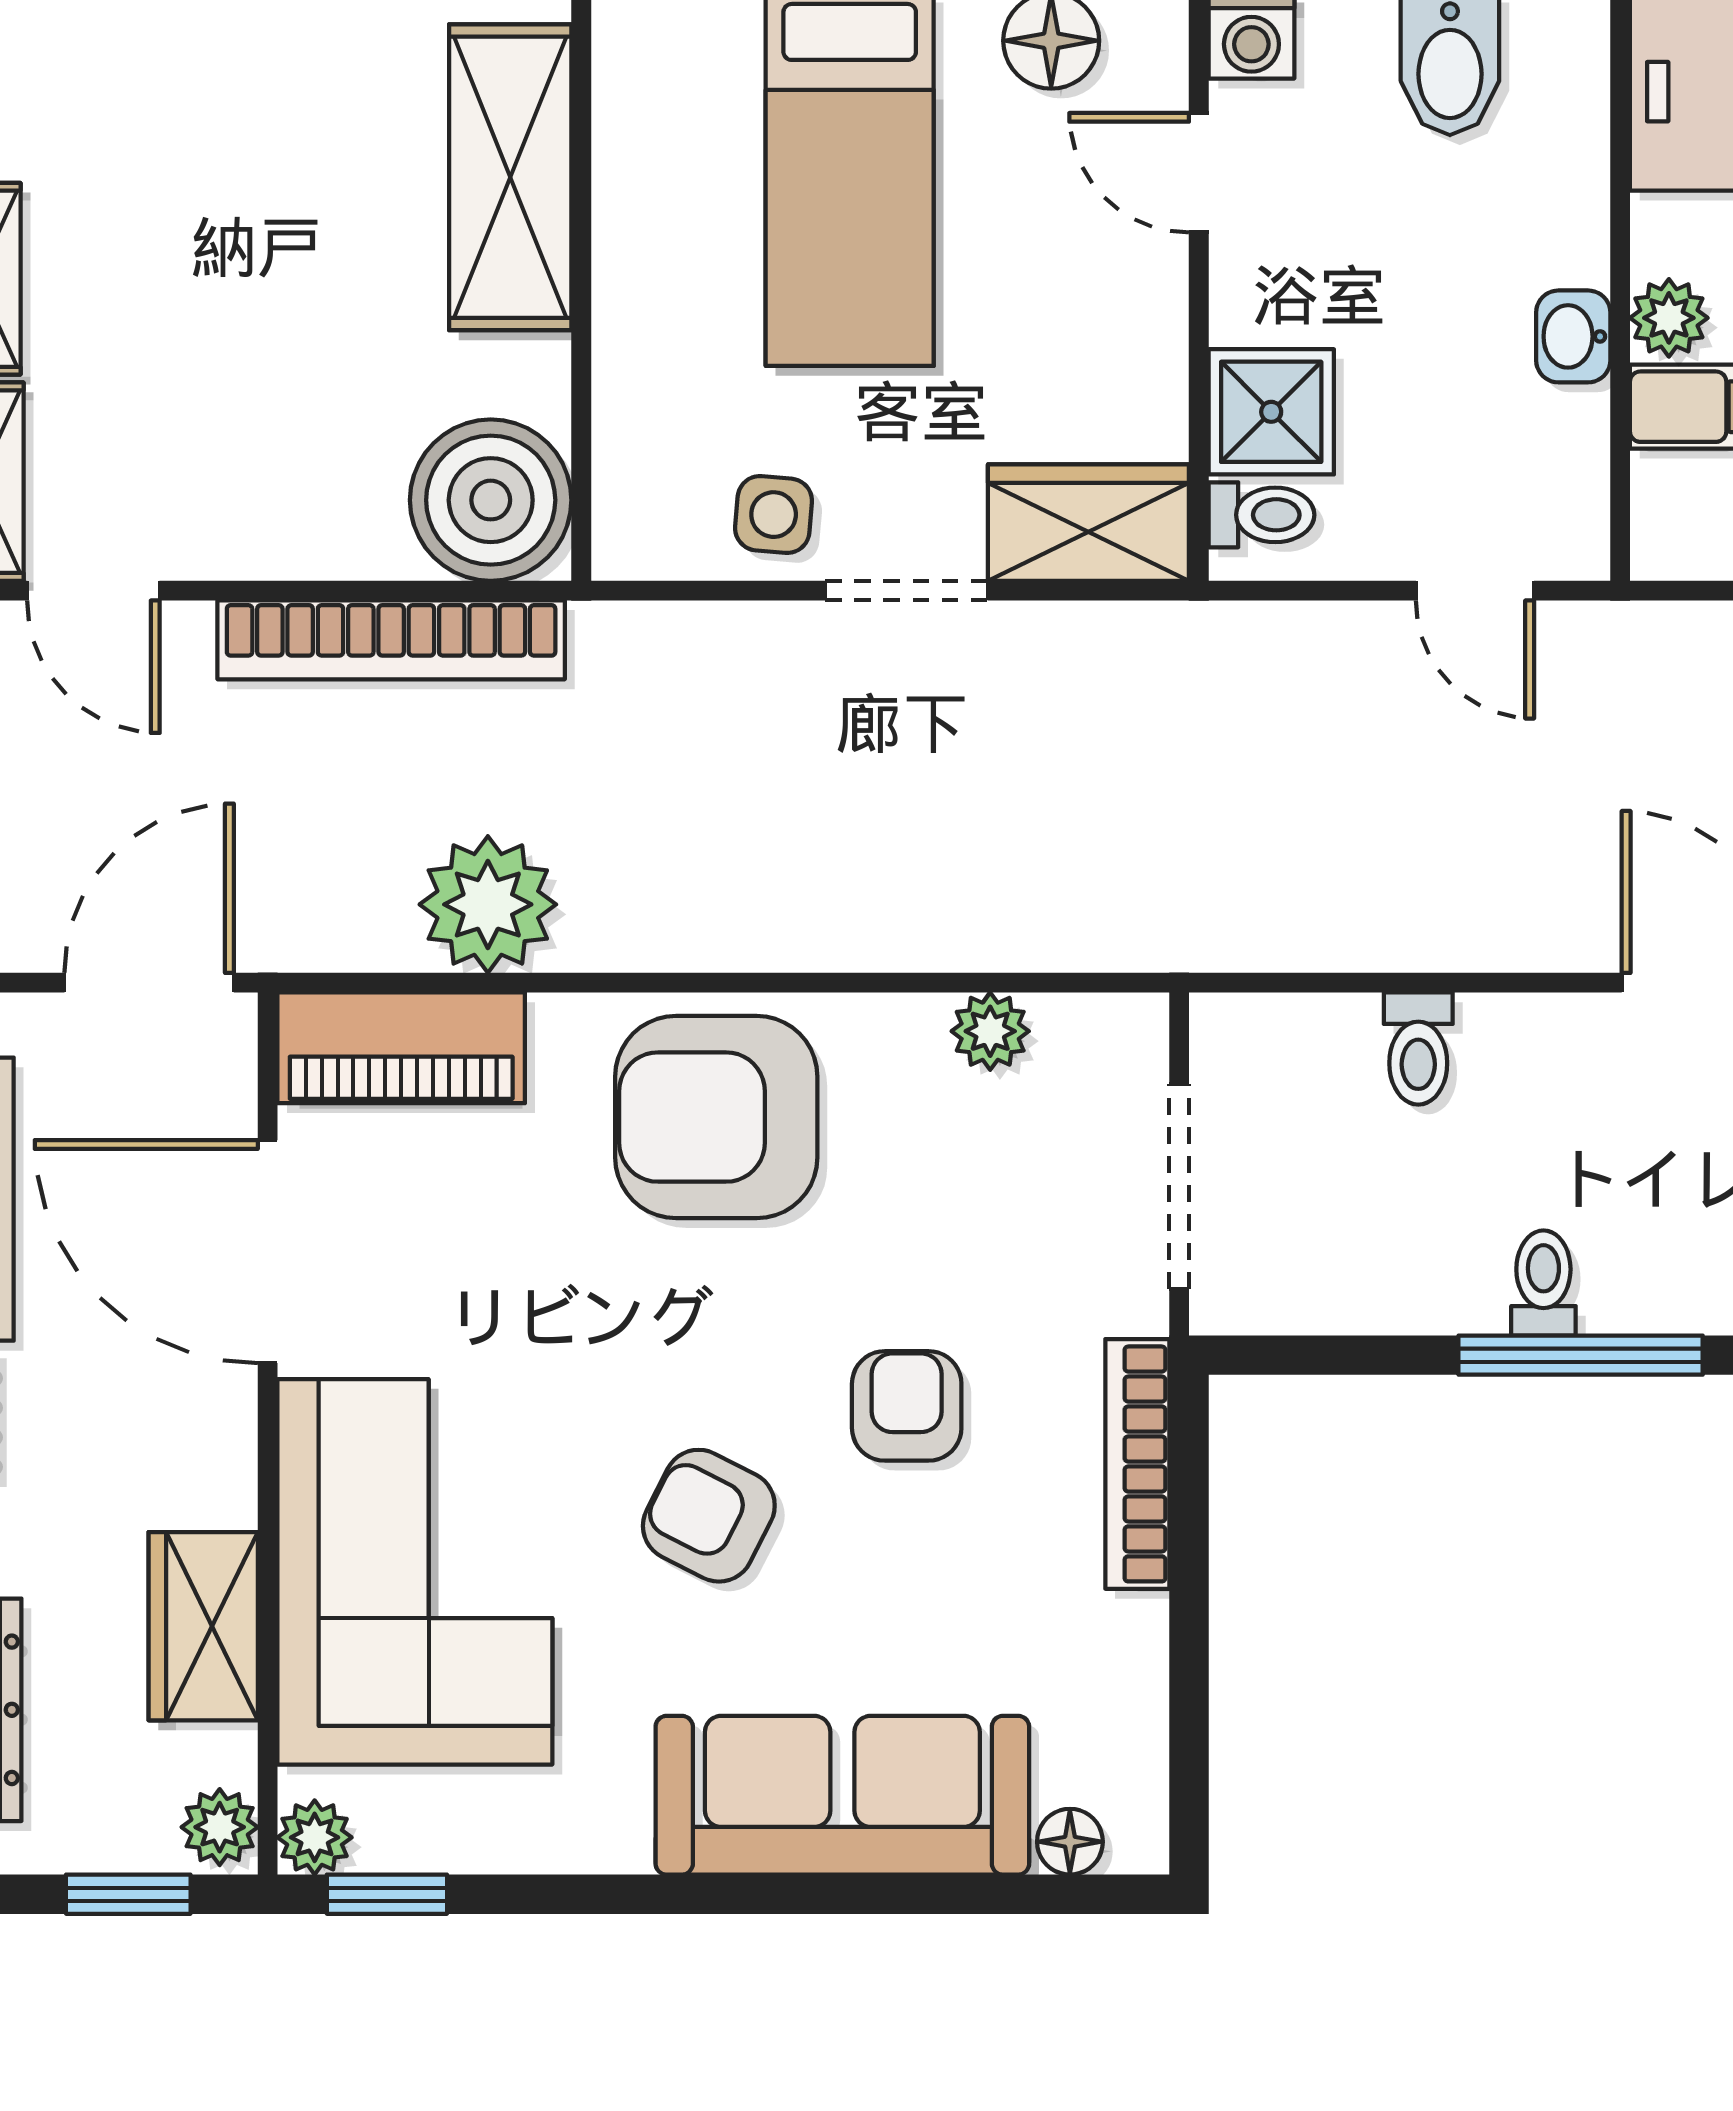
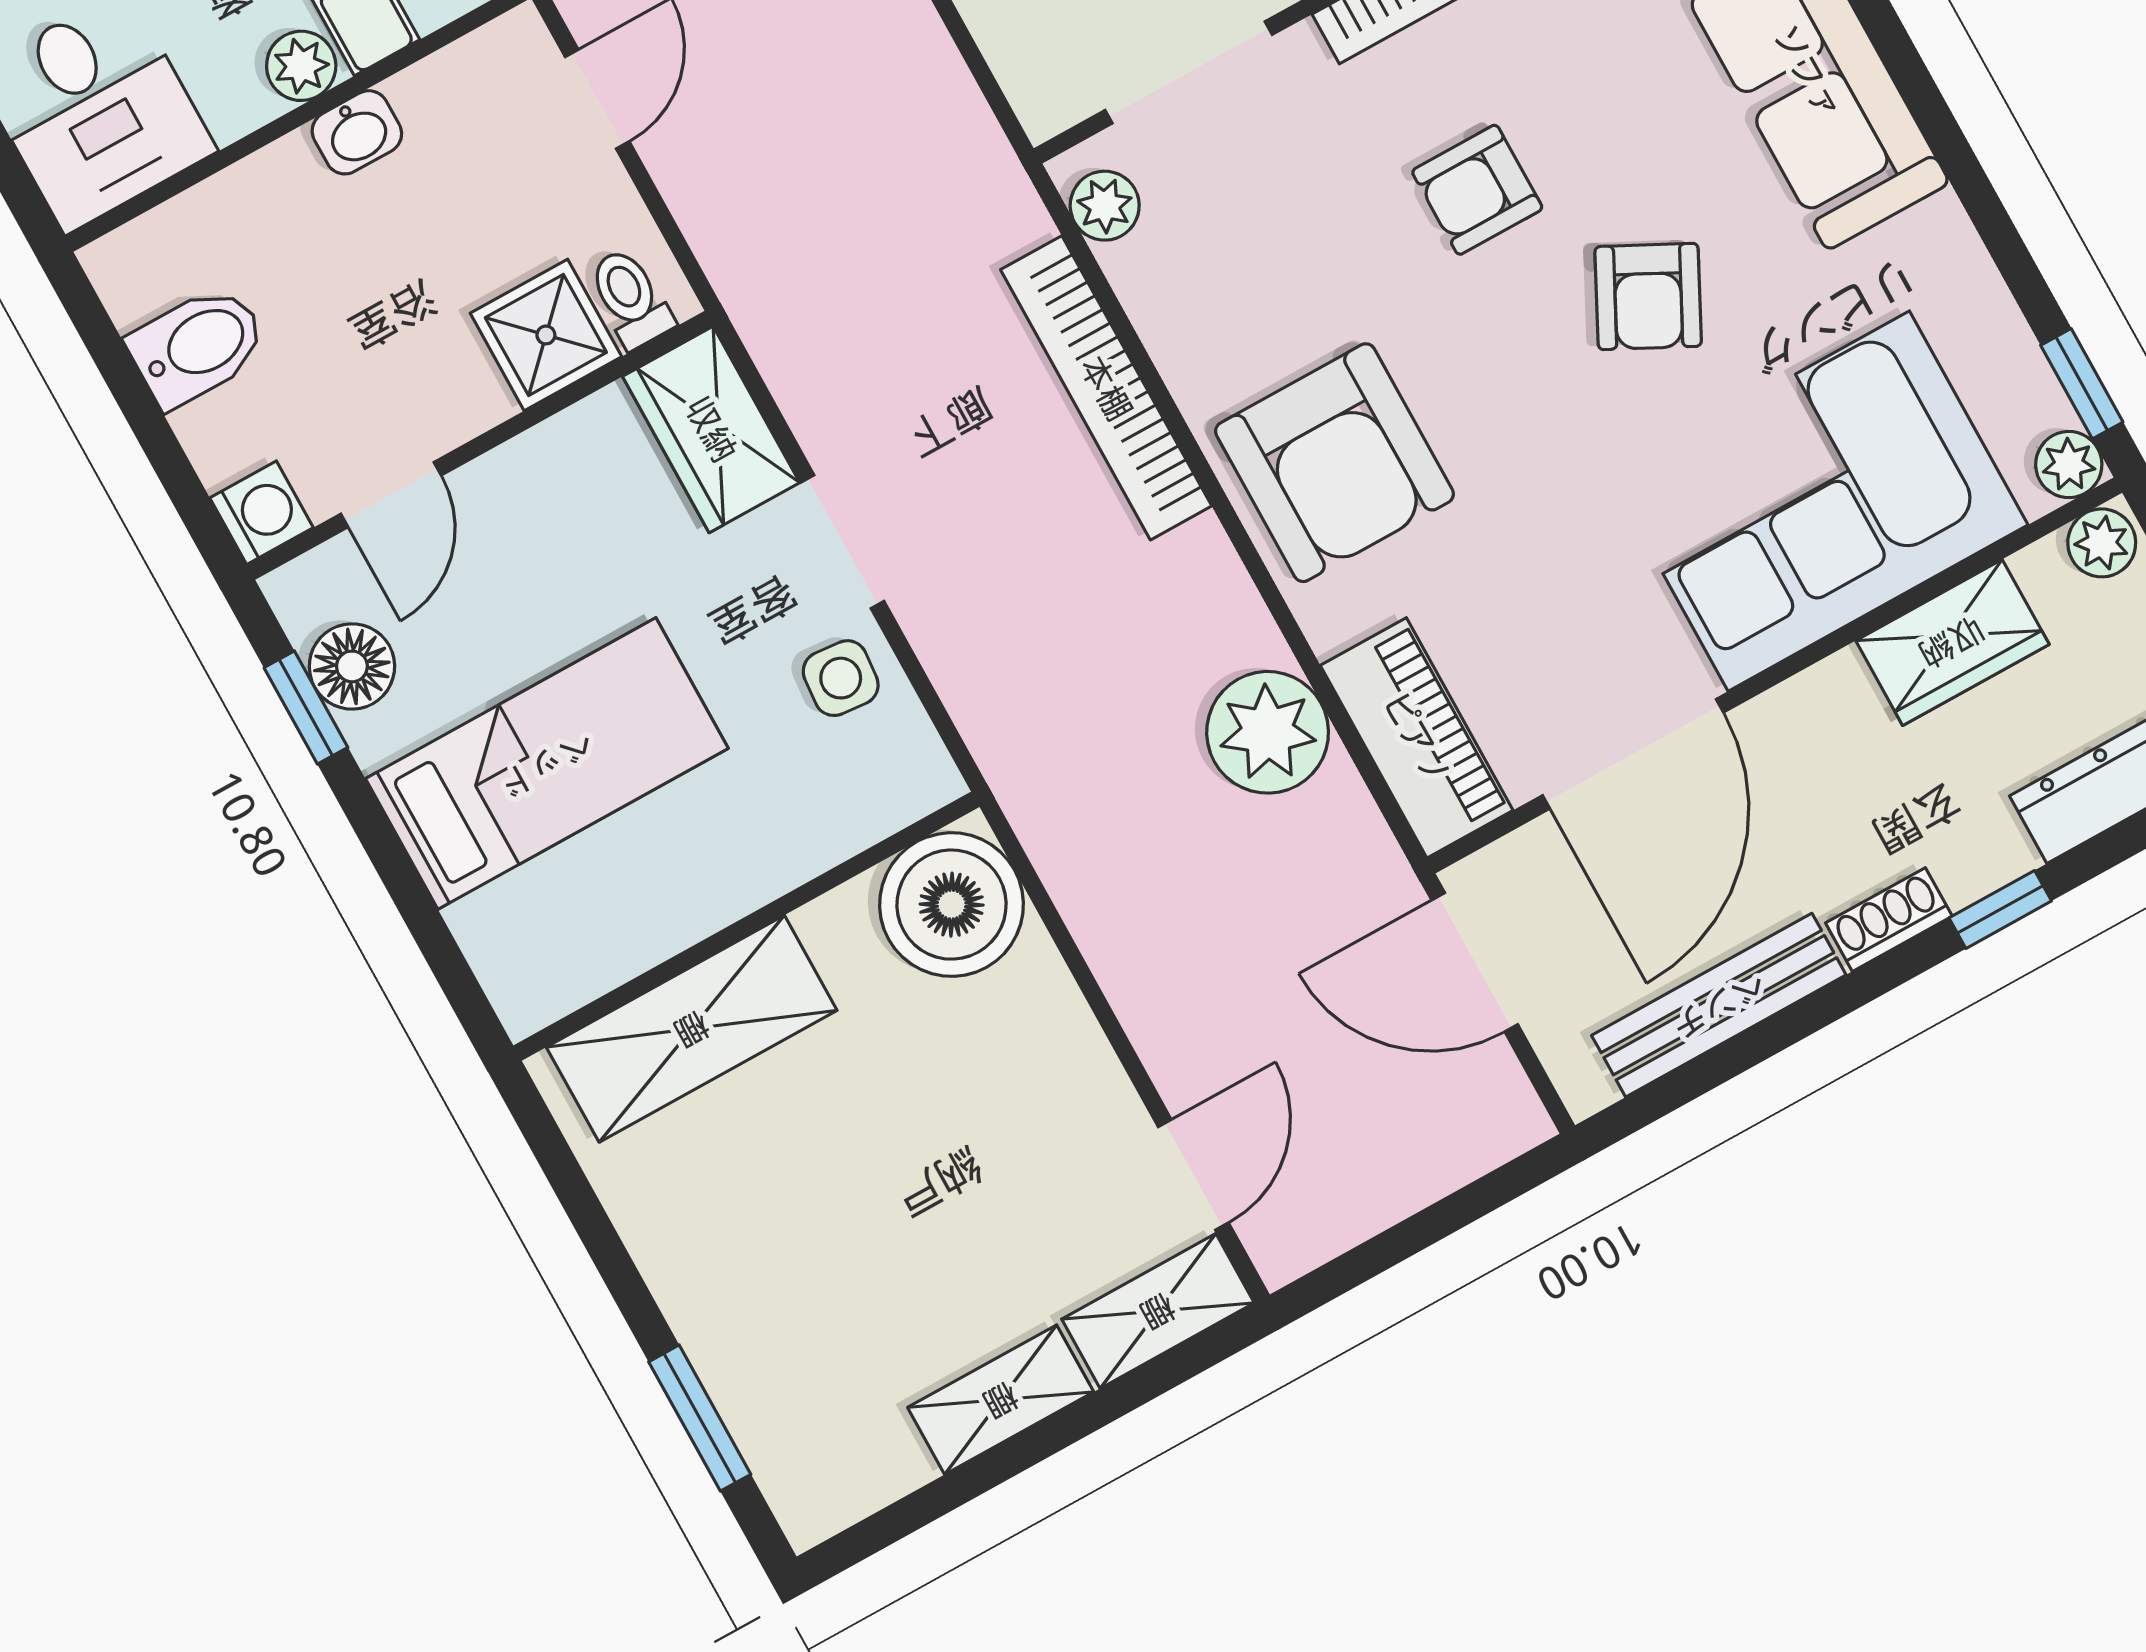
bookcase: (391, 640) -> (1106, 388), moved, turned 180
plant: (990, 1031) -> (1105, 206), moved

